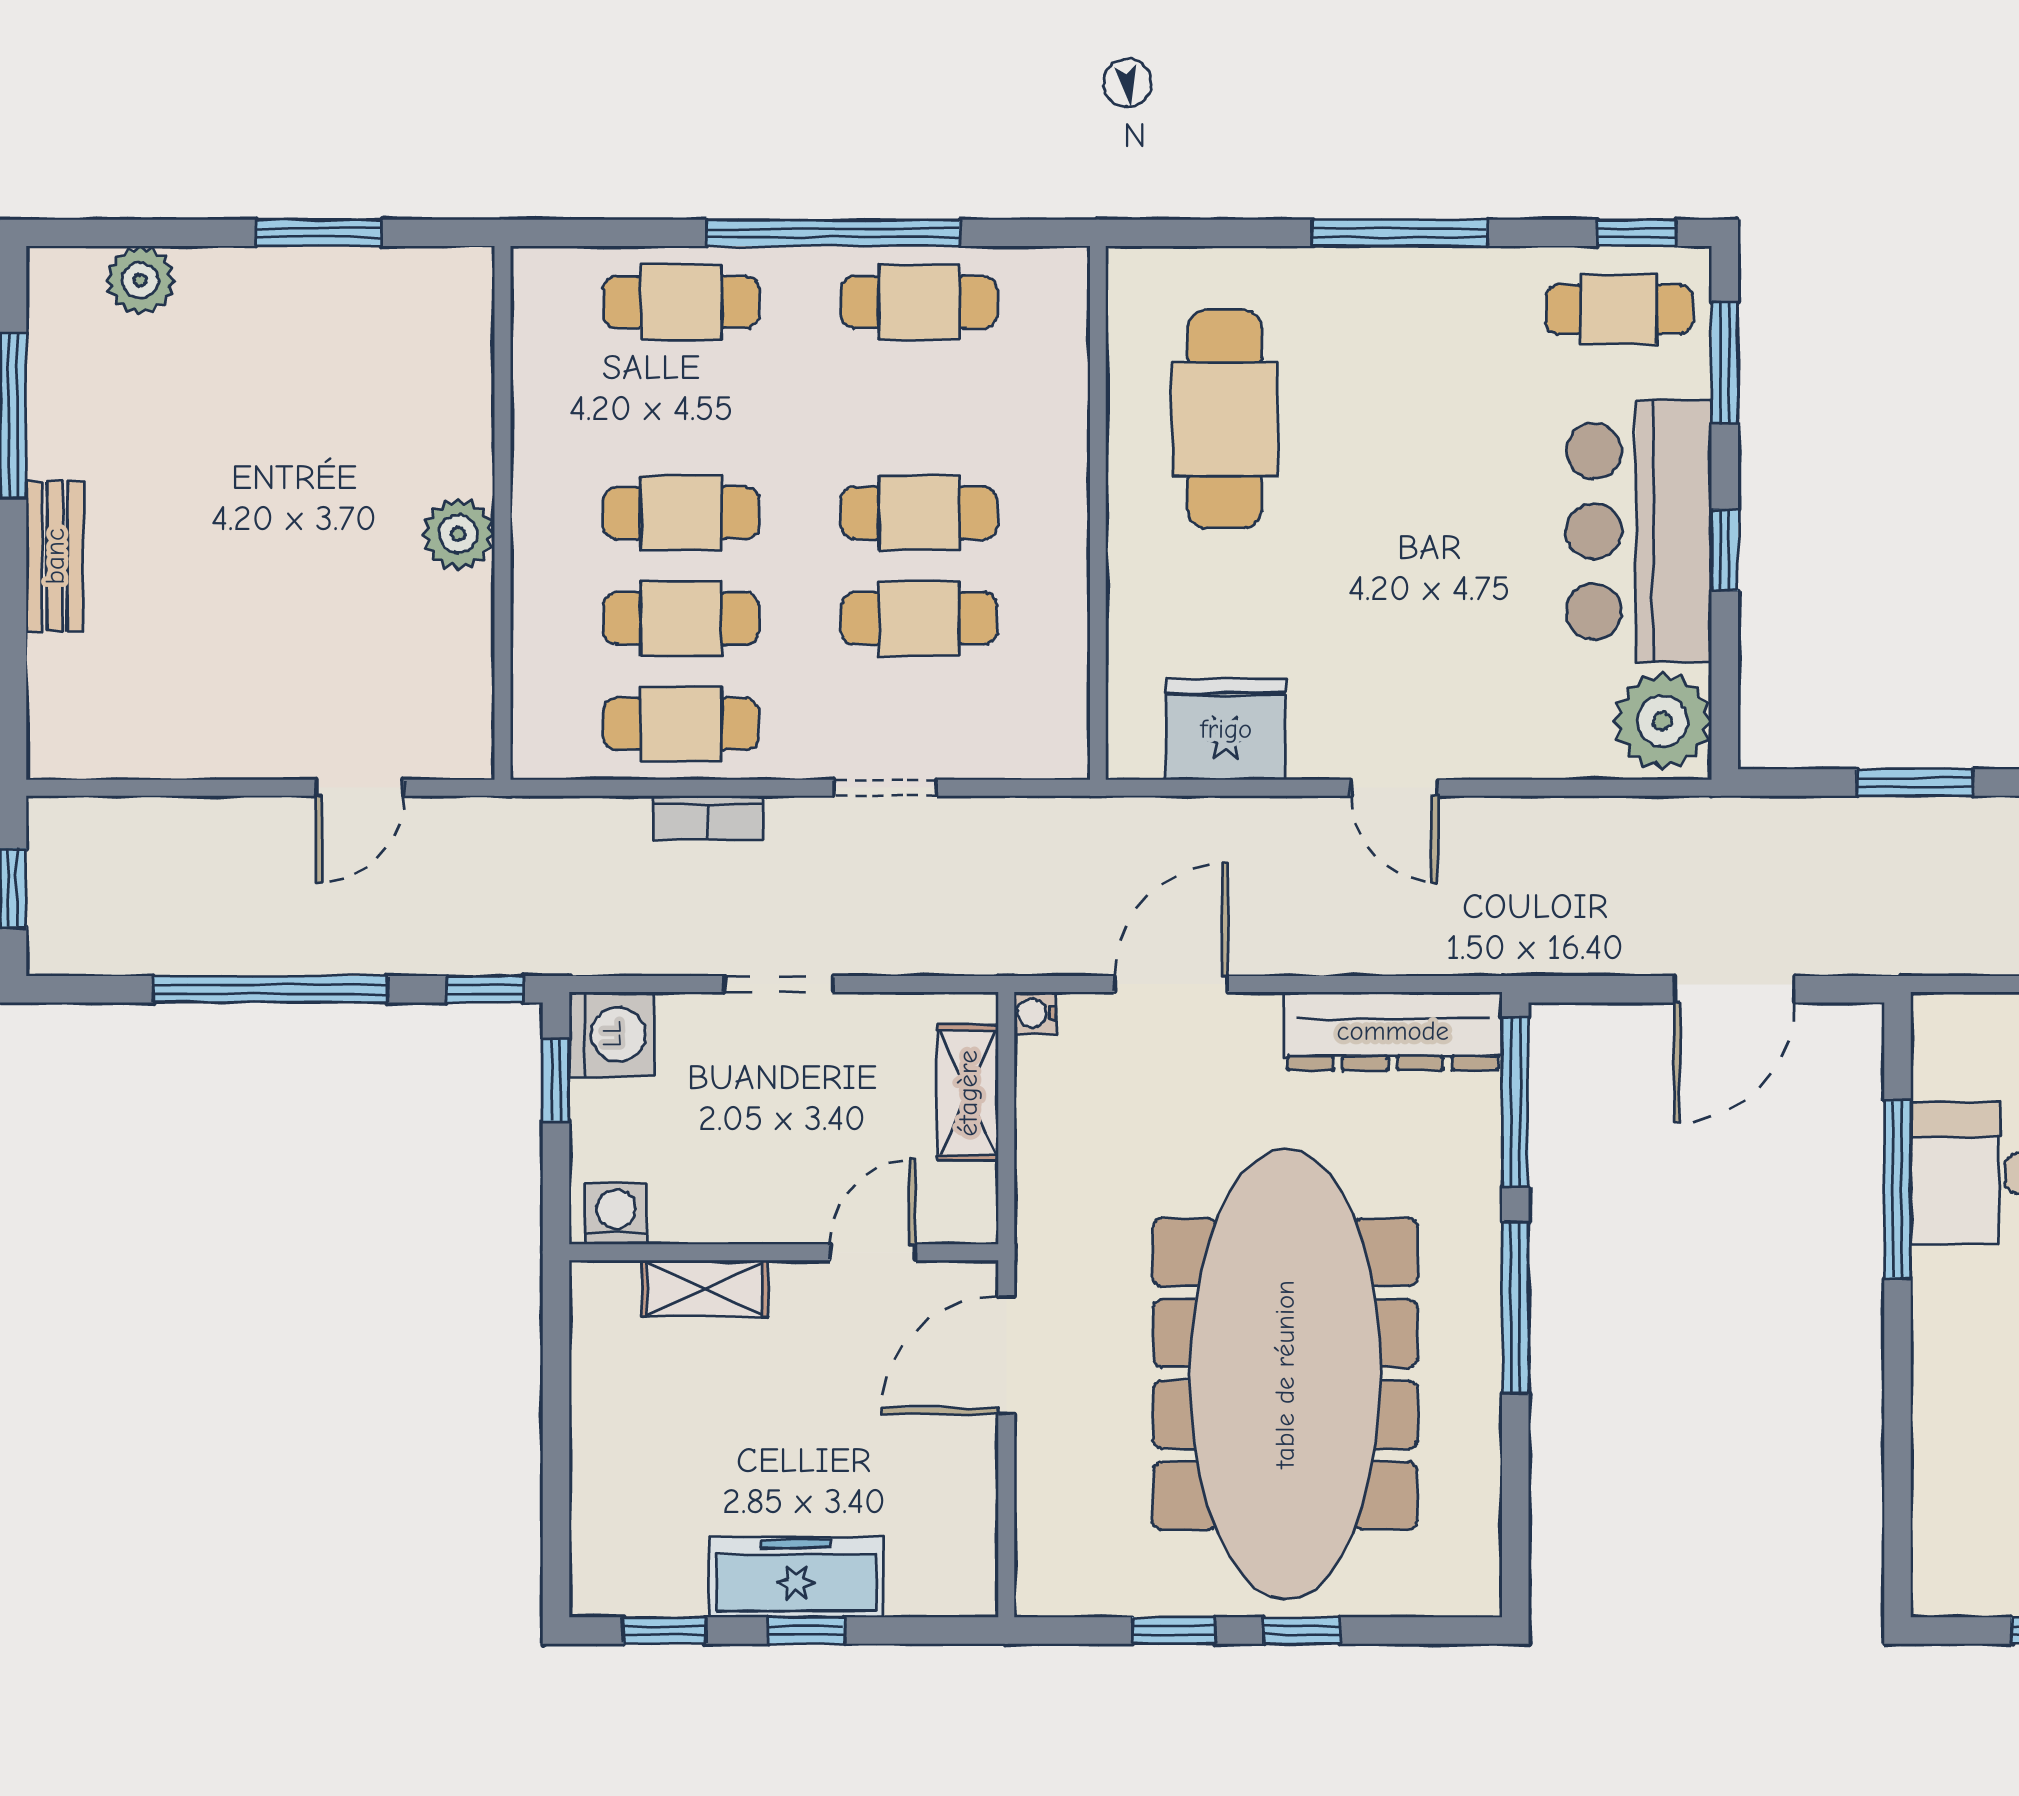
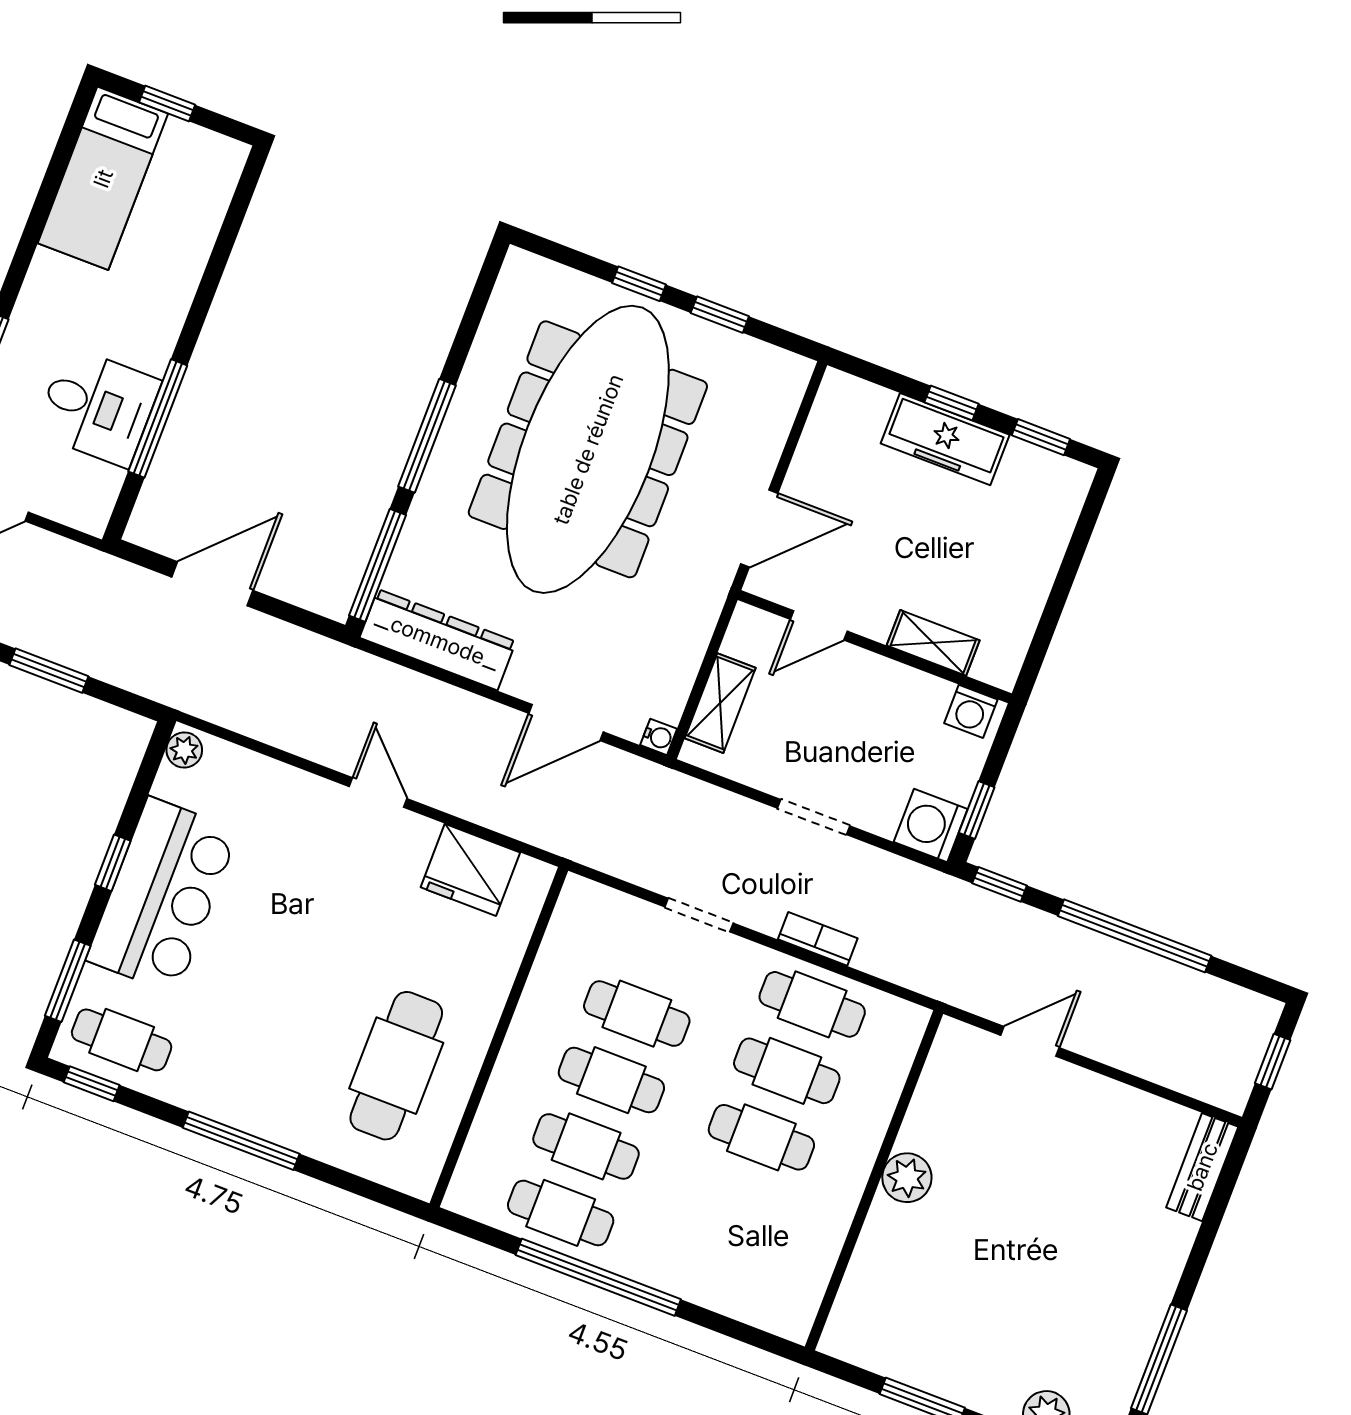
cafe table: (681, 302) -> (586, 1146), moved
bench: (55, 556) -> (1202, 1167), moved
plant: (1662, 721) -> (184, 750), width x0.53, depth x0.53

